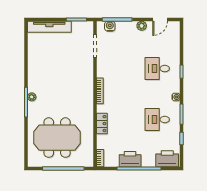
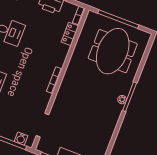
locker: (102, 124) -> (70, 34), moved
meeting table: (57, 138) -> (113, 51), turned 90

